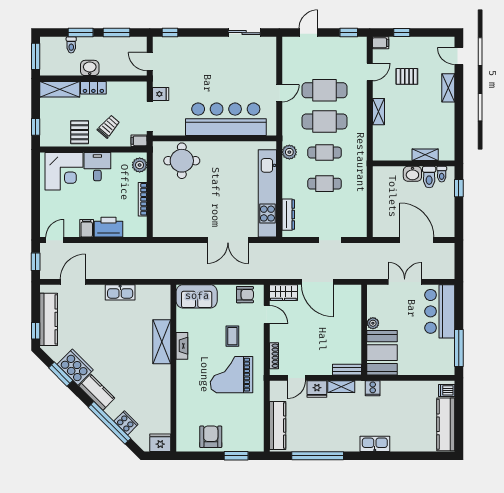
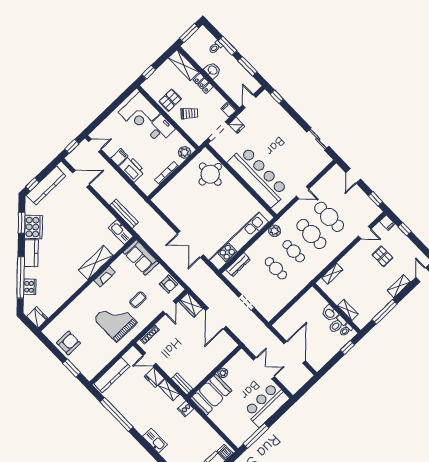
door: (308, 33) -> (353, 176), swing flipped
shelving: (378, 112) -> (332, 273), moved
window: (459, 123) -> (384, 312), added
filing cabinet: (139, 141) -> (228, 110), moved
bench: (142, 273) -> (124, 214), added
kitchen sink: (120, 292) -> (121, 232), moved

